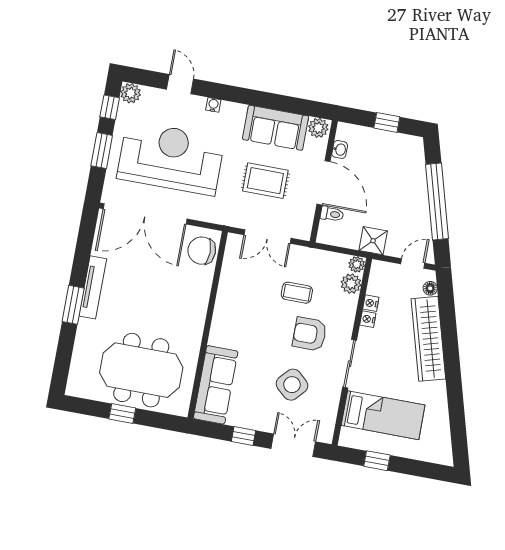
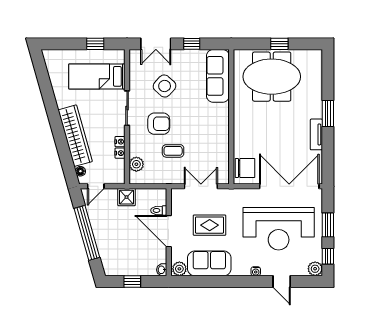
washbasin: (340, 149) -> (162, 270), moved
plant: (357, 264) -> (135, 178), removed
tv unit: (93, 287) -> (316, 134), width x0.71

